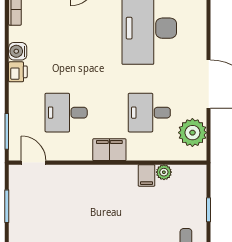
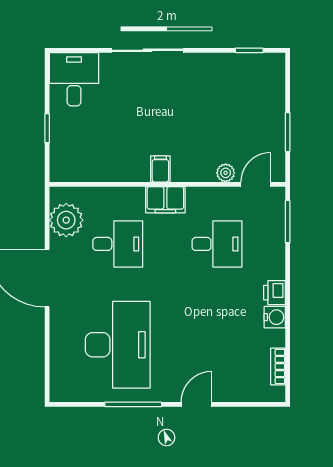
door: (34, 163) -> (256, 184), swing flipped
plant: (164, 172) -> (226, 173), moved
filing cabinet: (147, 175) -> (160, 169), moved

